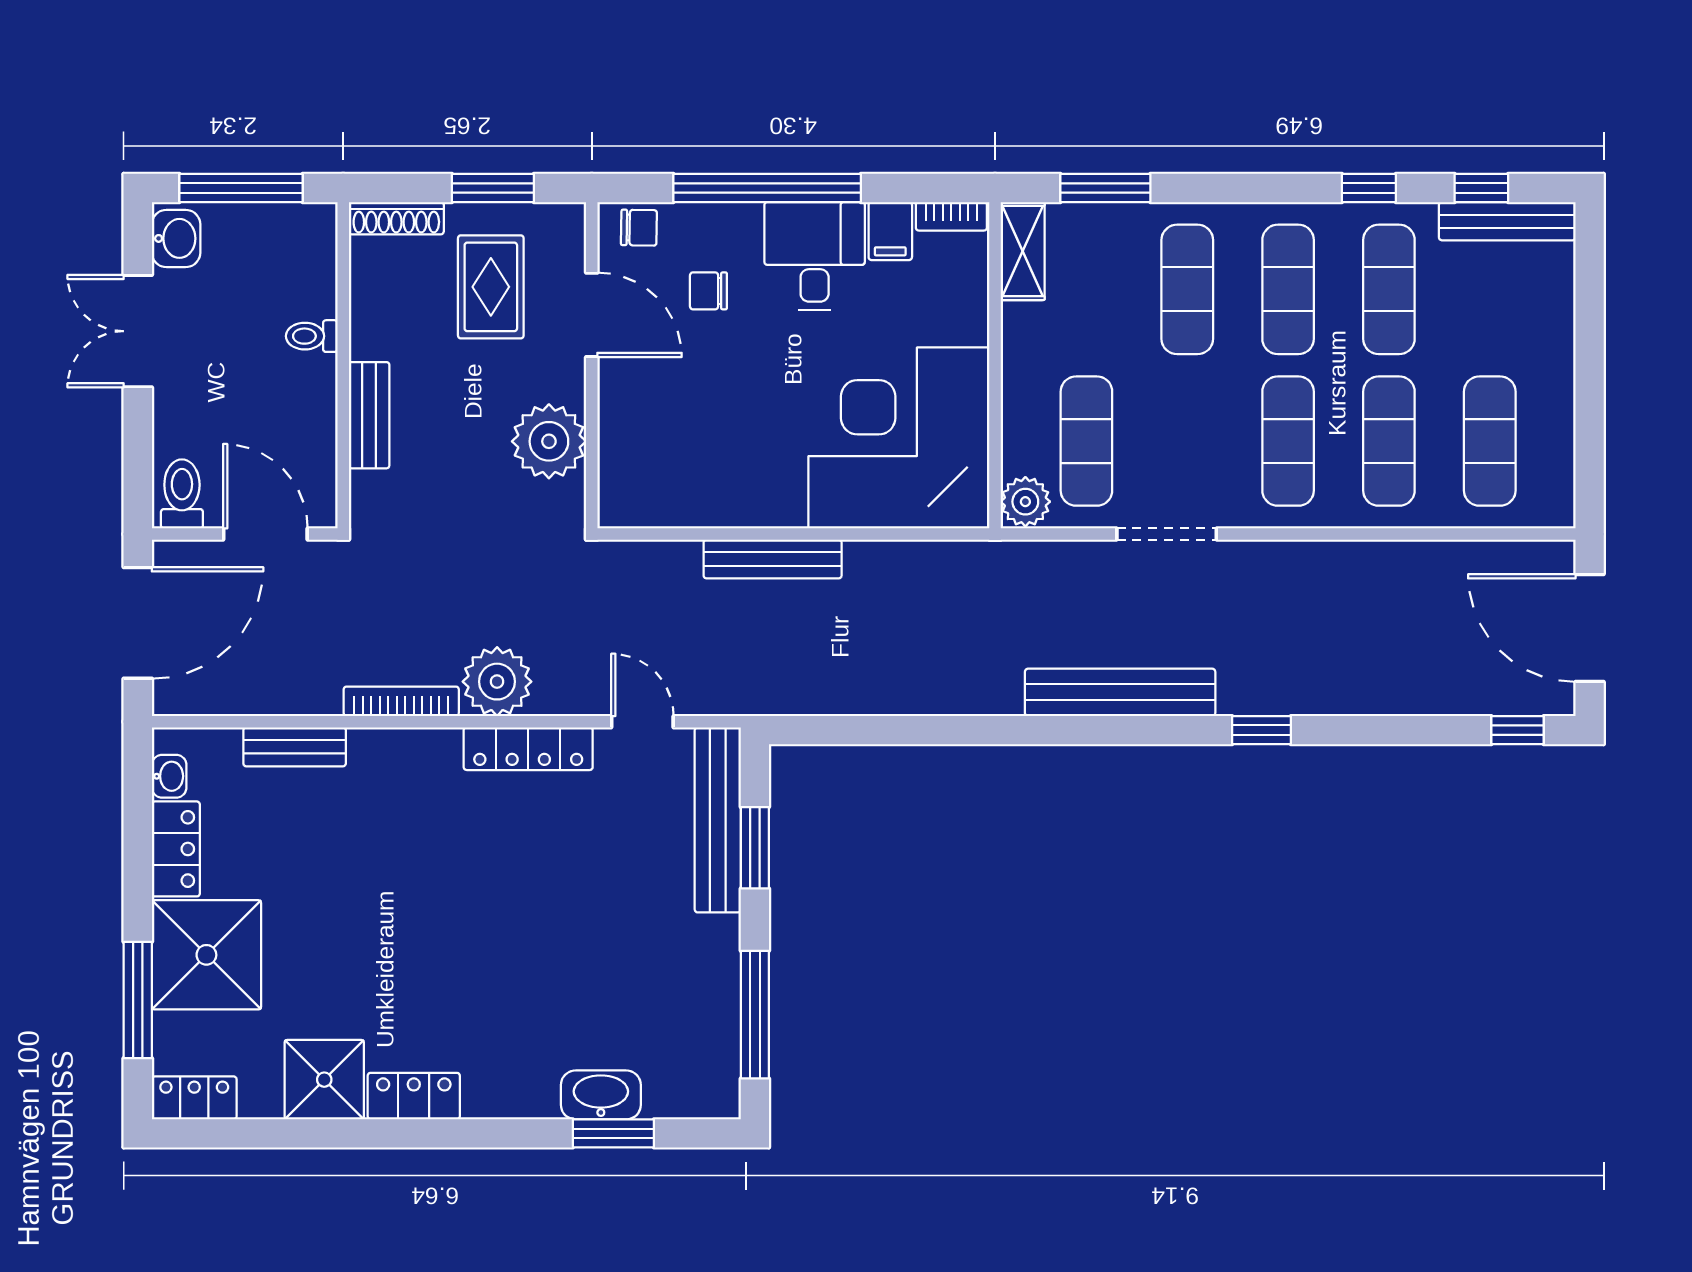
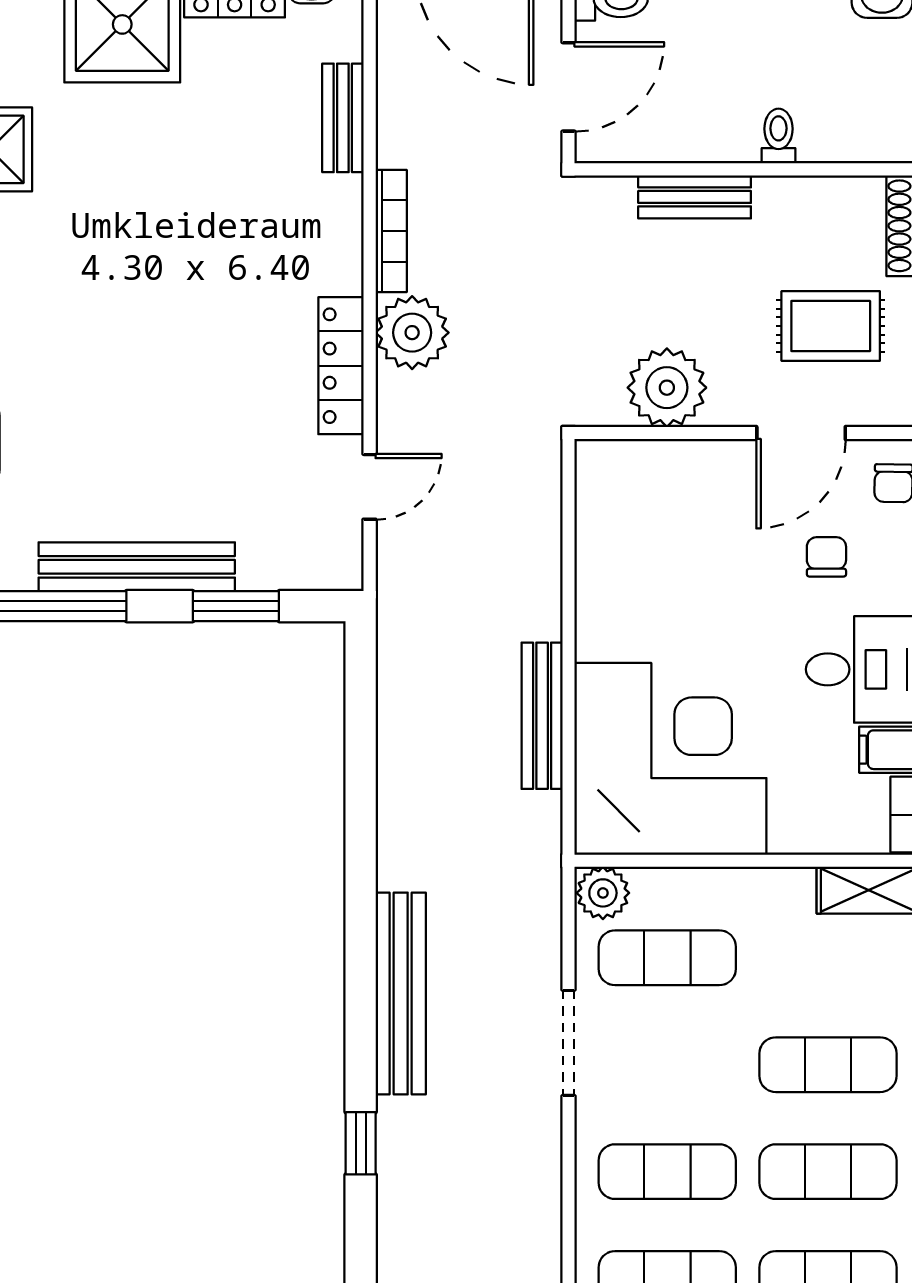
bench: (773, 559) -> (542, 716), moved
bench: (718, 820) -> (137, 567), moved

